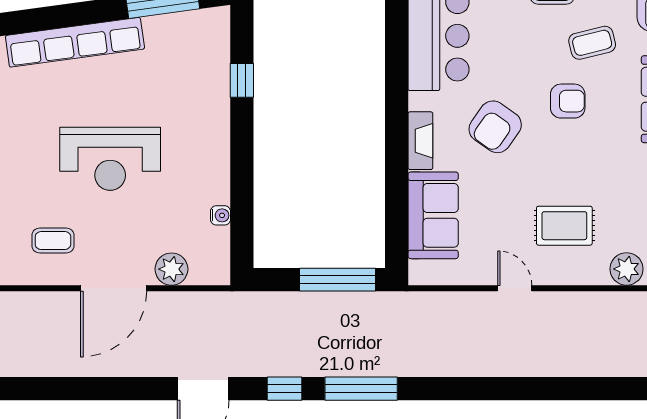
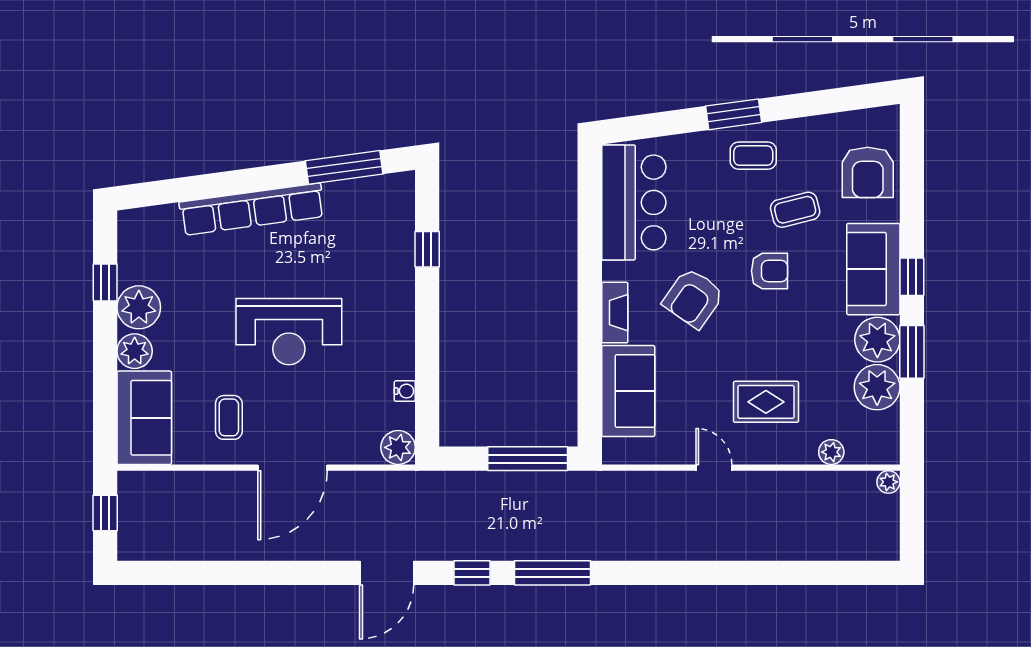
coffee table: (53, 241) -> (229, 417), turned 90
plant: (171, 269) -> (398, 447), moved
plant: (627, 269) -> (831, 452), width x0.73, depth x0.73

